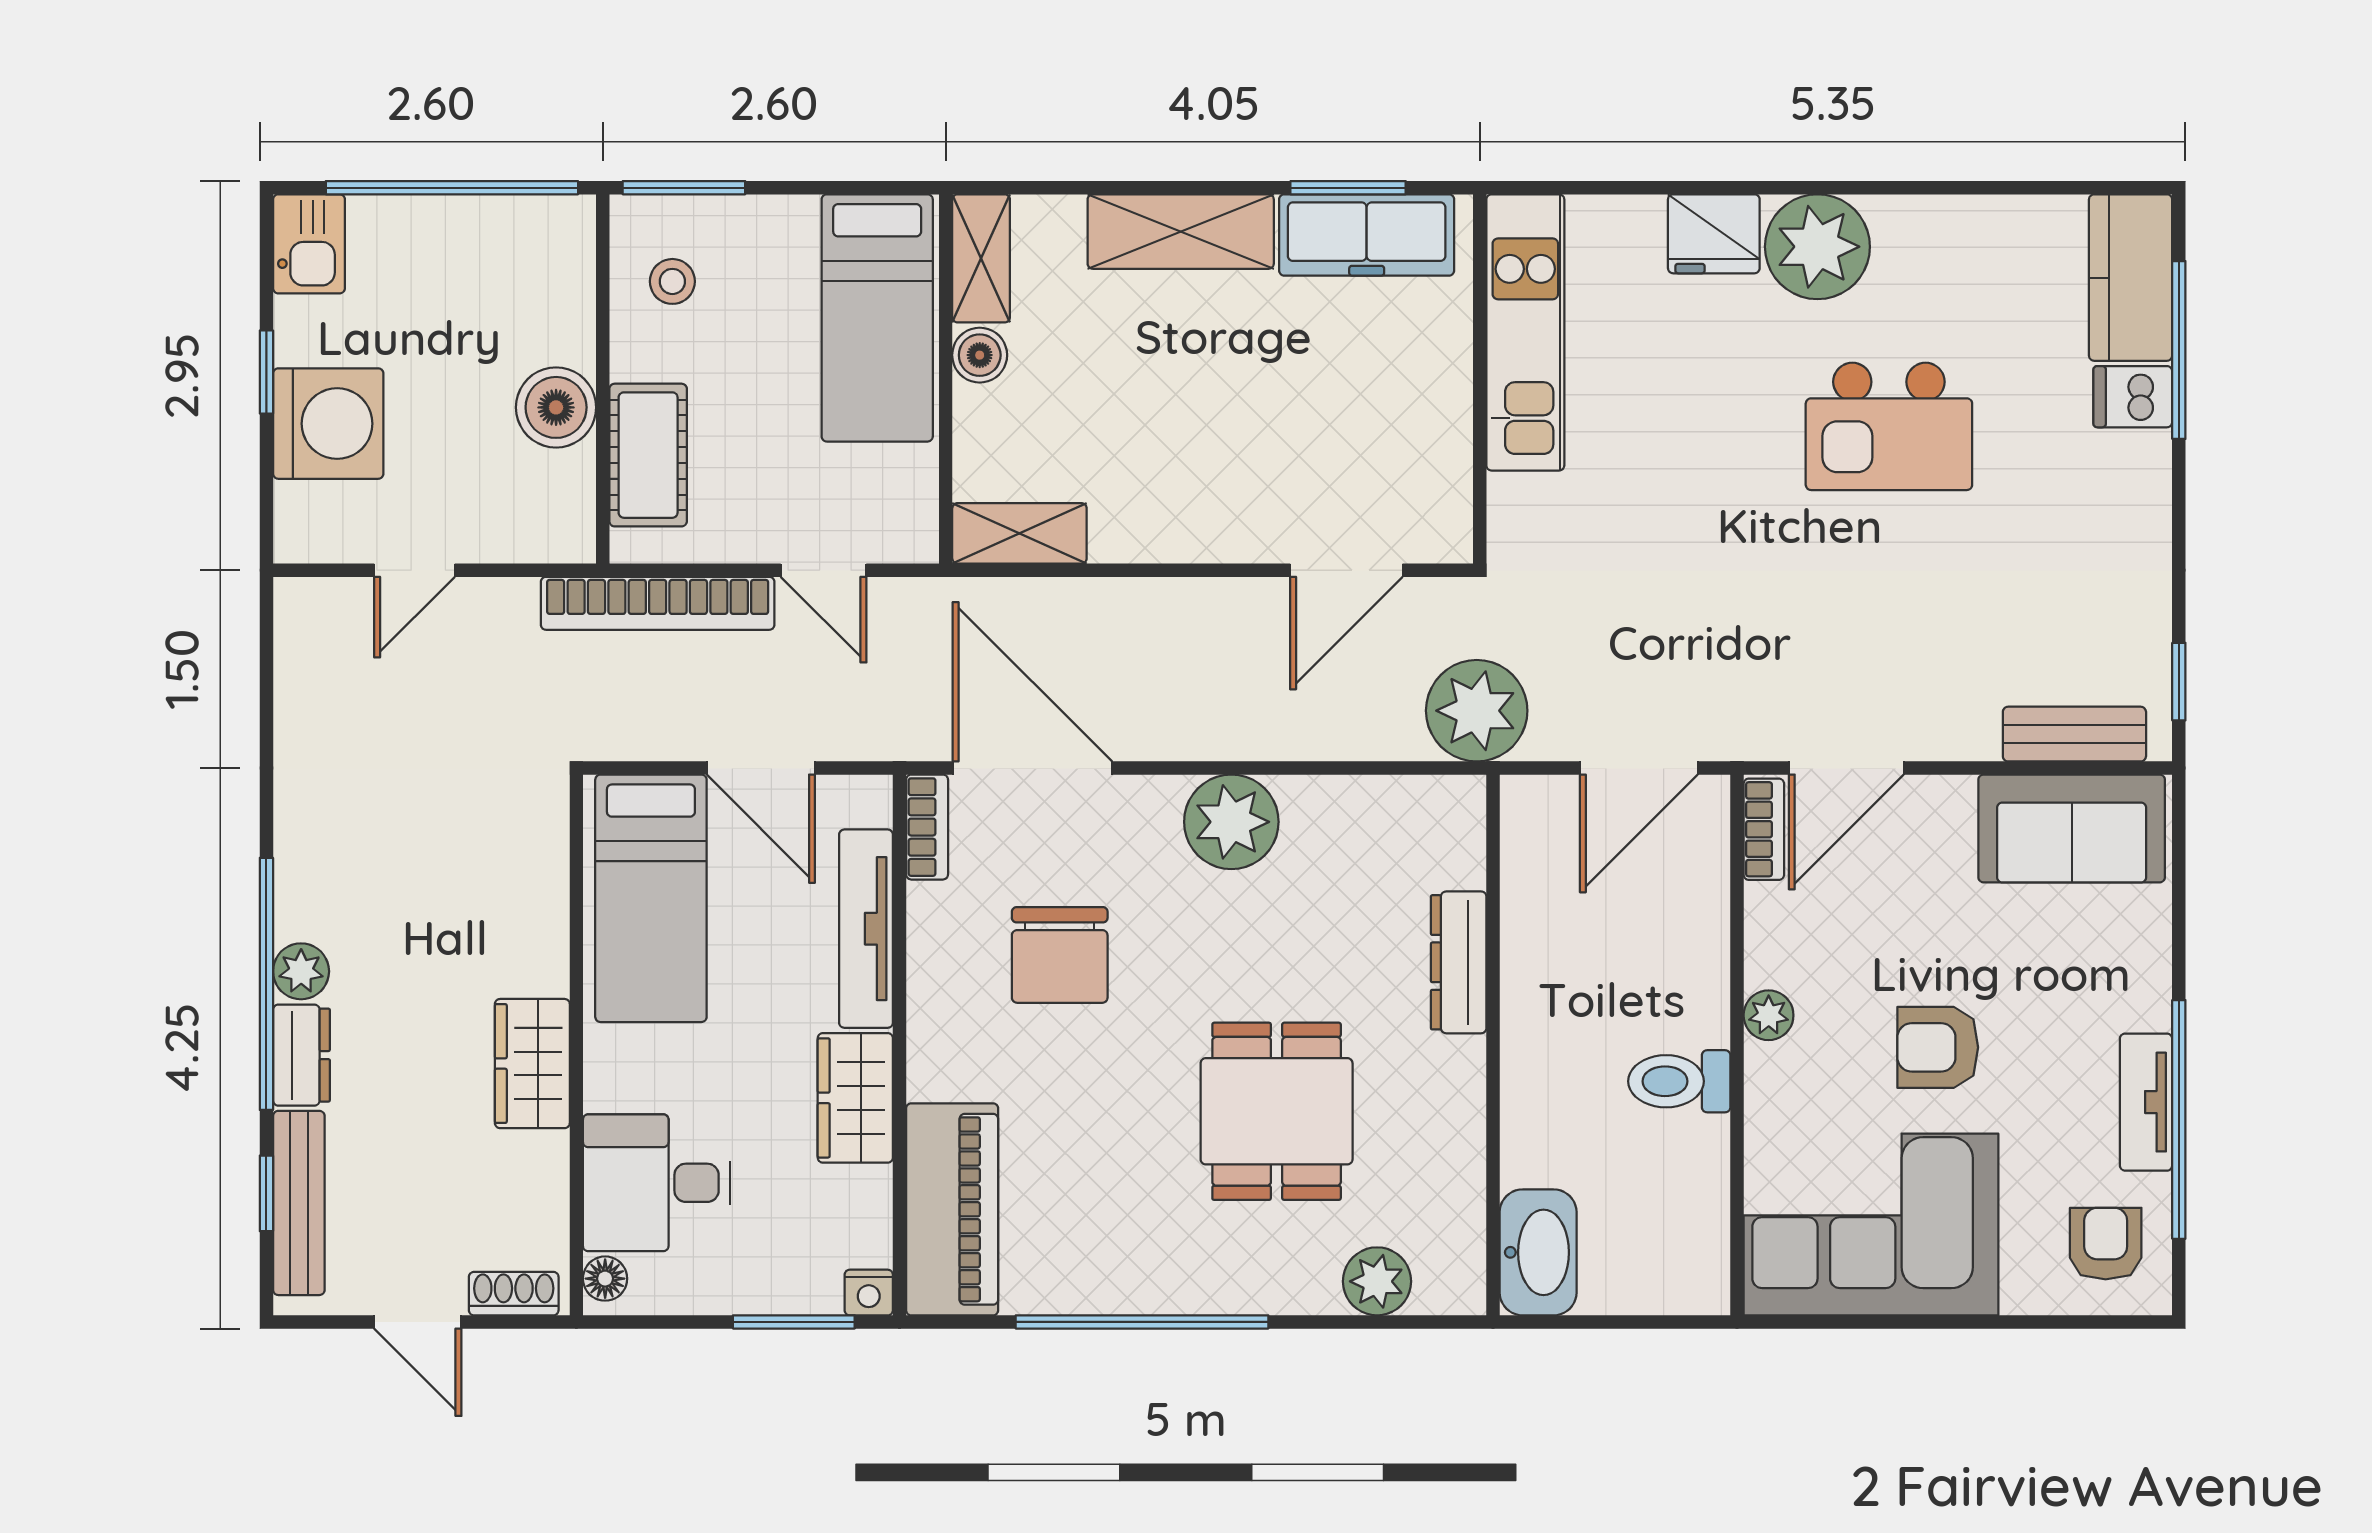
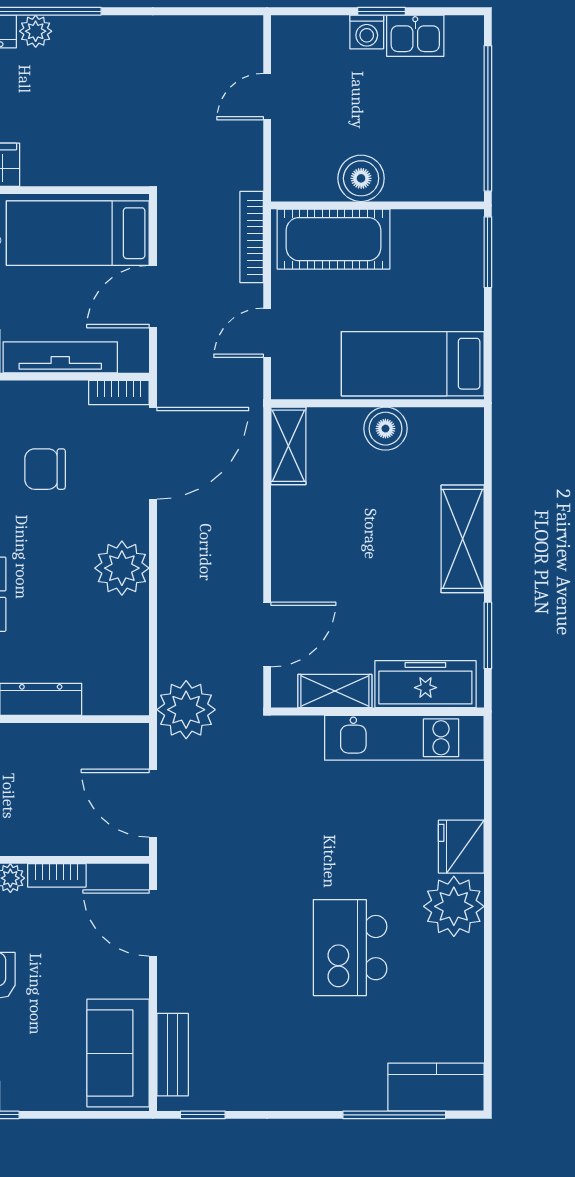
freezer: (1367, 235) -> (425, 684), moved, turned 90
kitchen sink: (309, 244) -> (415, 36), moved
shelving: (981, 258) -> (335, 691), moved
stool: (672, 281) -> (434, 246), removed
boiler: (980, 355) -> (385, 429), width x1.36, depth x1.36
dishwasher: (2133, 397) -> (367, 1088), removed
washing machine: (328, 424) -> (367, 32), width x0.53, depth x0.53
cot: (648, 455) -> (334, 239), width x1.37, depth x1.34
door: (415, 570) -> (267, 97), hinge flipped
door: (1346, 570) -> (267, 634), swing flipped
bookcase: (658, 603) -> (252, 237), width x0.68, depth x0.76
bookcase: (1764, 829) -> (57, 875), moved
chair: (1060, 955) -> (45, 469), width x0.73, depth x0.73

